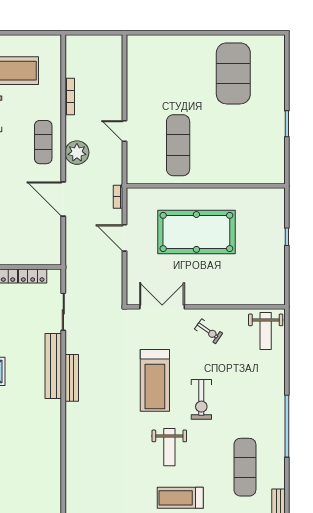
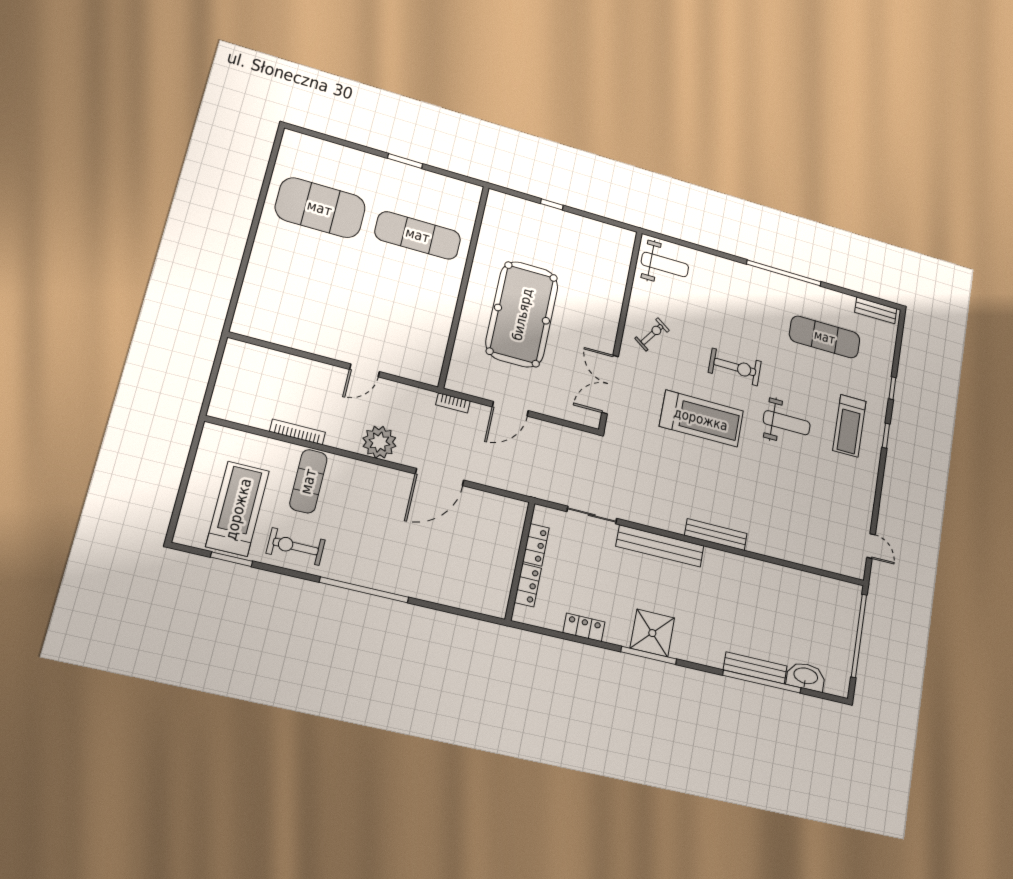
exercise mat: (43, 142) -> (308, 481), moved, turned 90
exercise mat: (178, 145) -> (418, 235), moved
bench: (72, 378) -> (716, 534), moved

